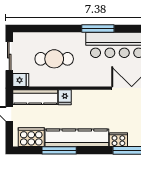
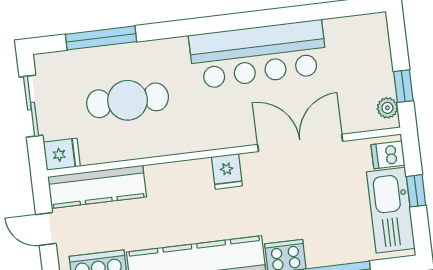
window: (98, 28) -> (101, 38), moved
fridge: (65, 97) -> (227, 171), moved

